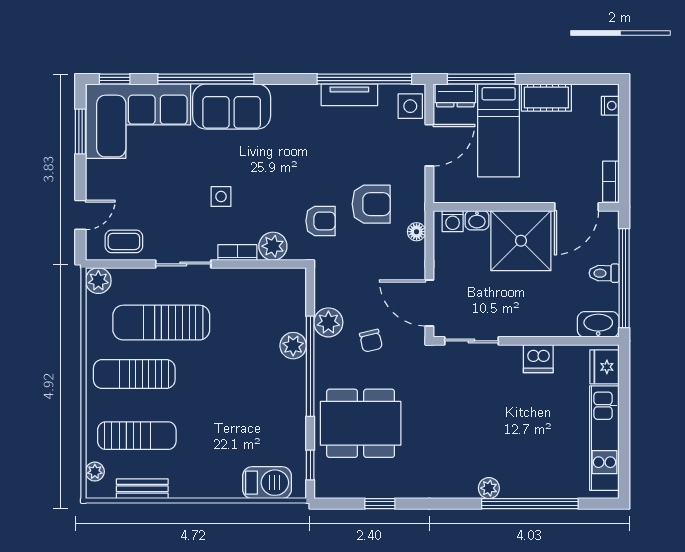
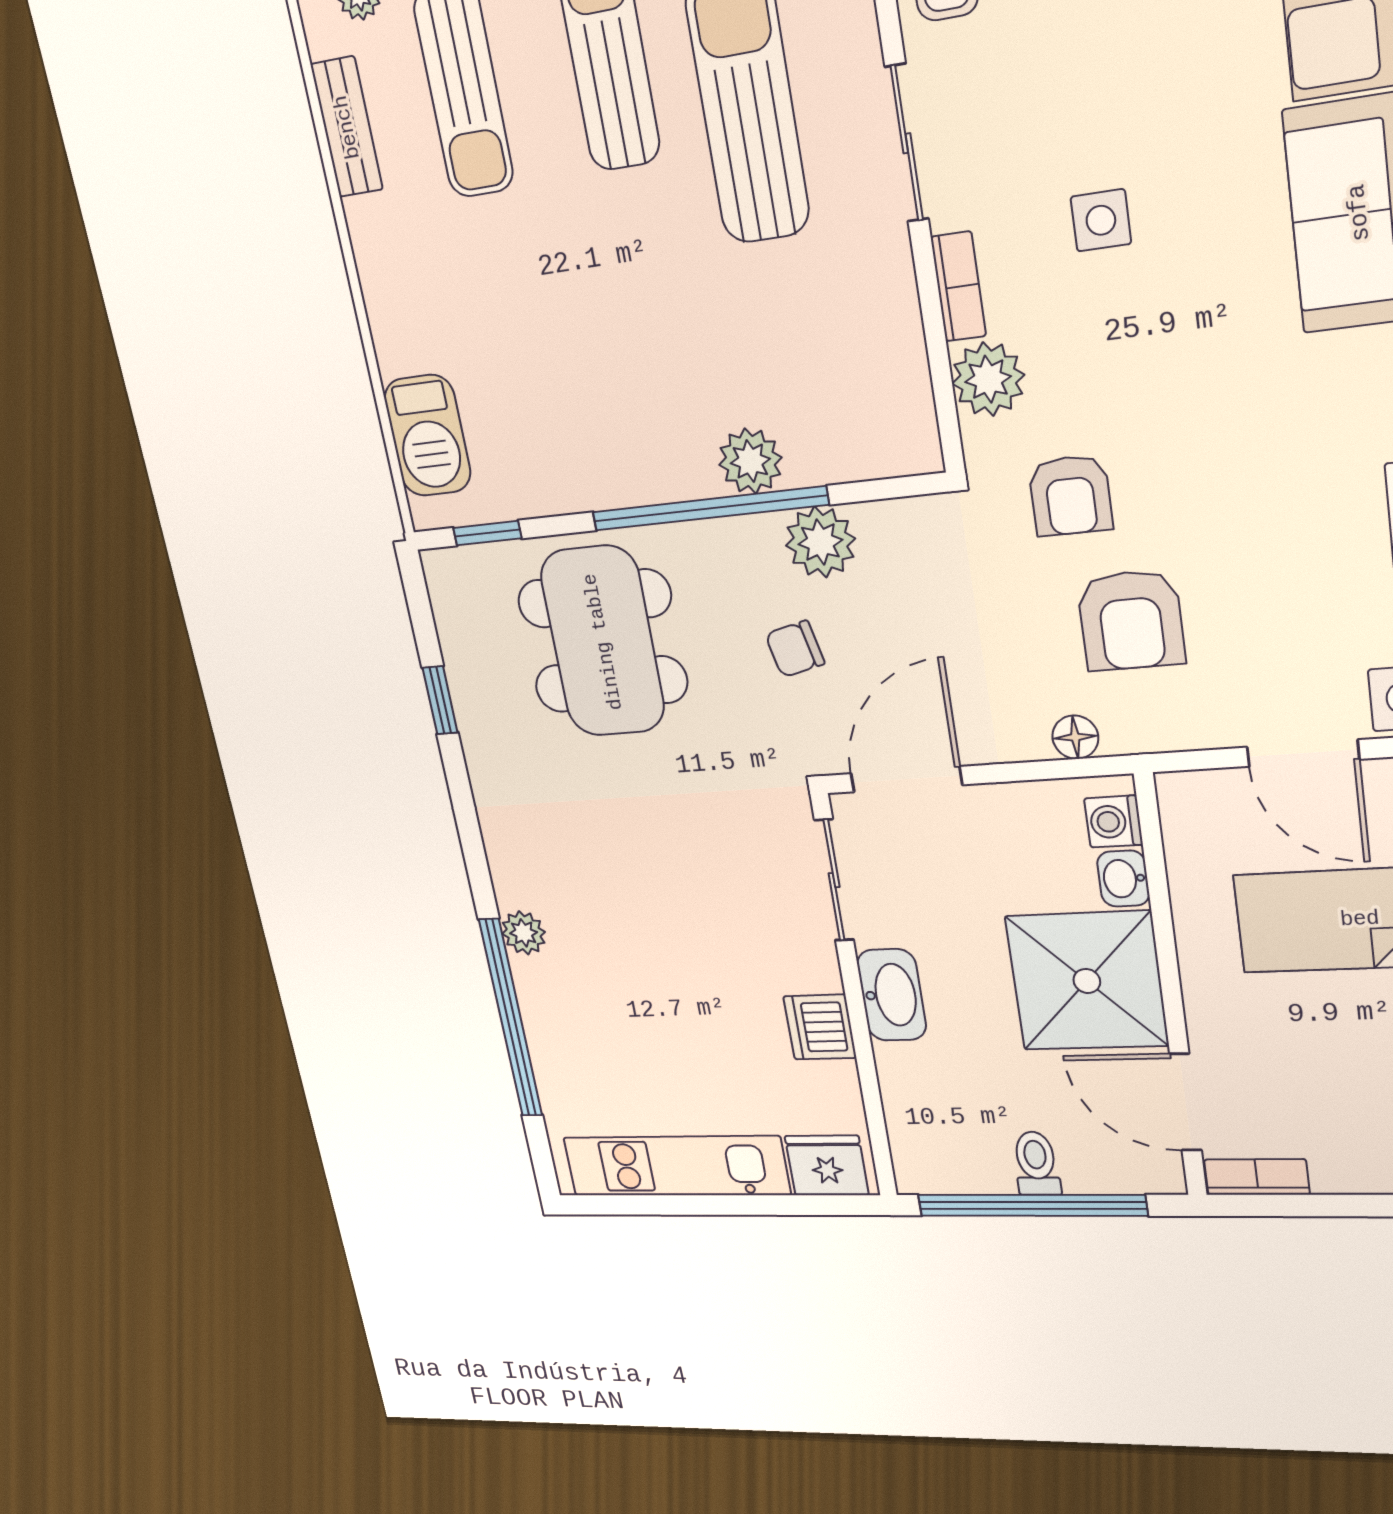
washbasin: (598, 324) -> (892, 995), moved

